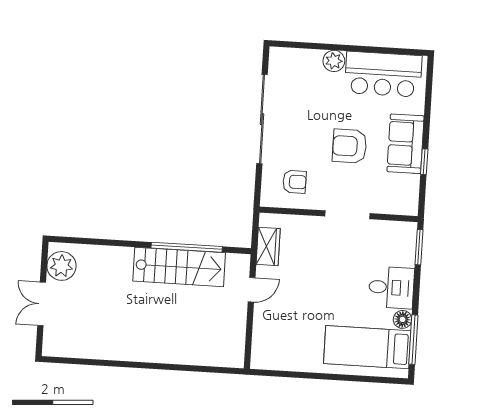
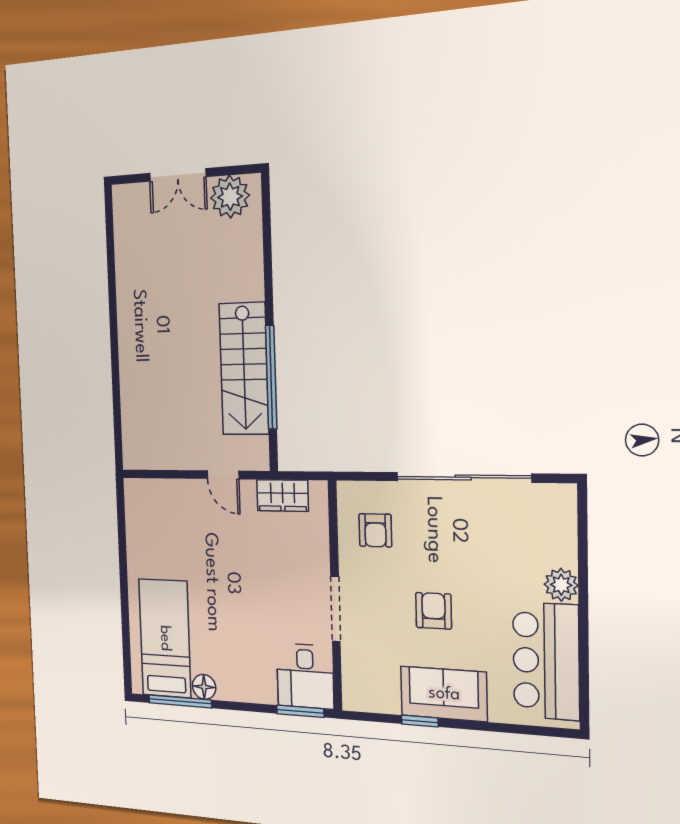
armchair: (350, 146) -> (434, 611), width x0.72, depth x0.72
desk: (391, 287) -> (305, 676), moved
double door: (42, 304) -> (178, 175), swing flipped

